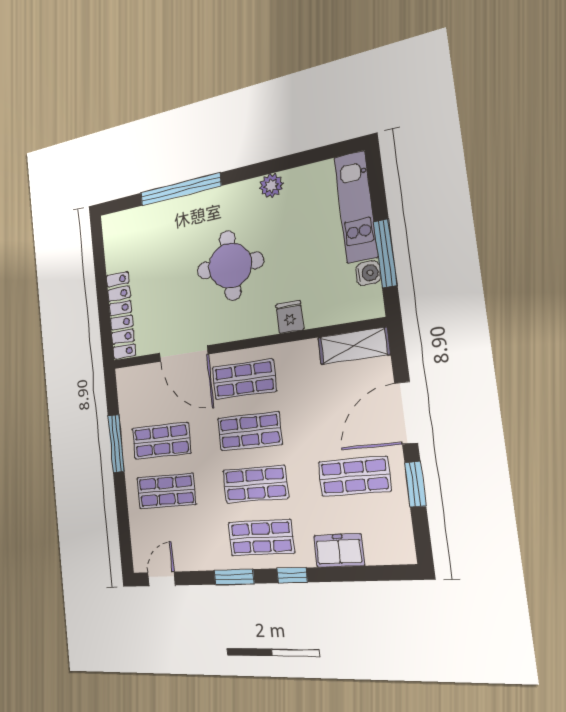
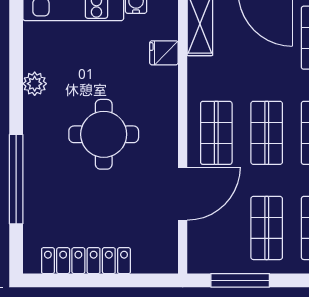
locker: (121, 315) -> (86, 261), moved
fridge: (290, 317) -> (164, 53), moved
window: (116, 444) -> (240, 280), moved

